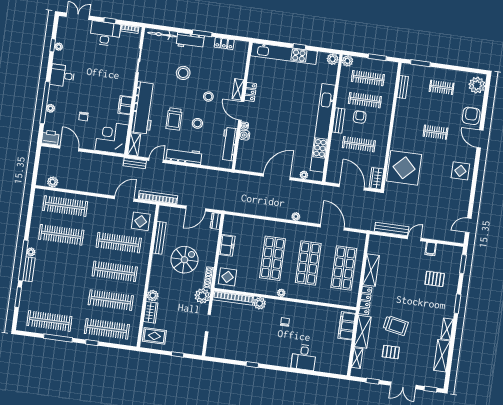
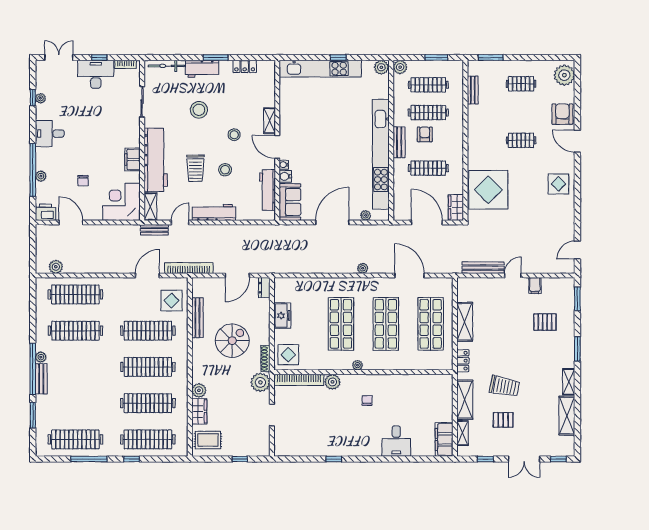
locker: (250, 92) -> (285, 122), removed
sofa: (245, 156) -> (290, 202), added
locker: (365, 301) -> (463, 361), width x0.66
filing cabinet: (347, 326) -> (444, 439), moved

